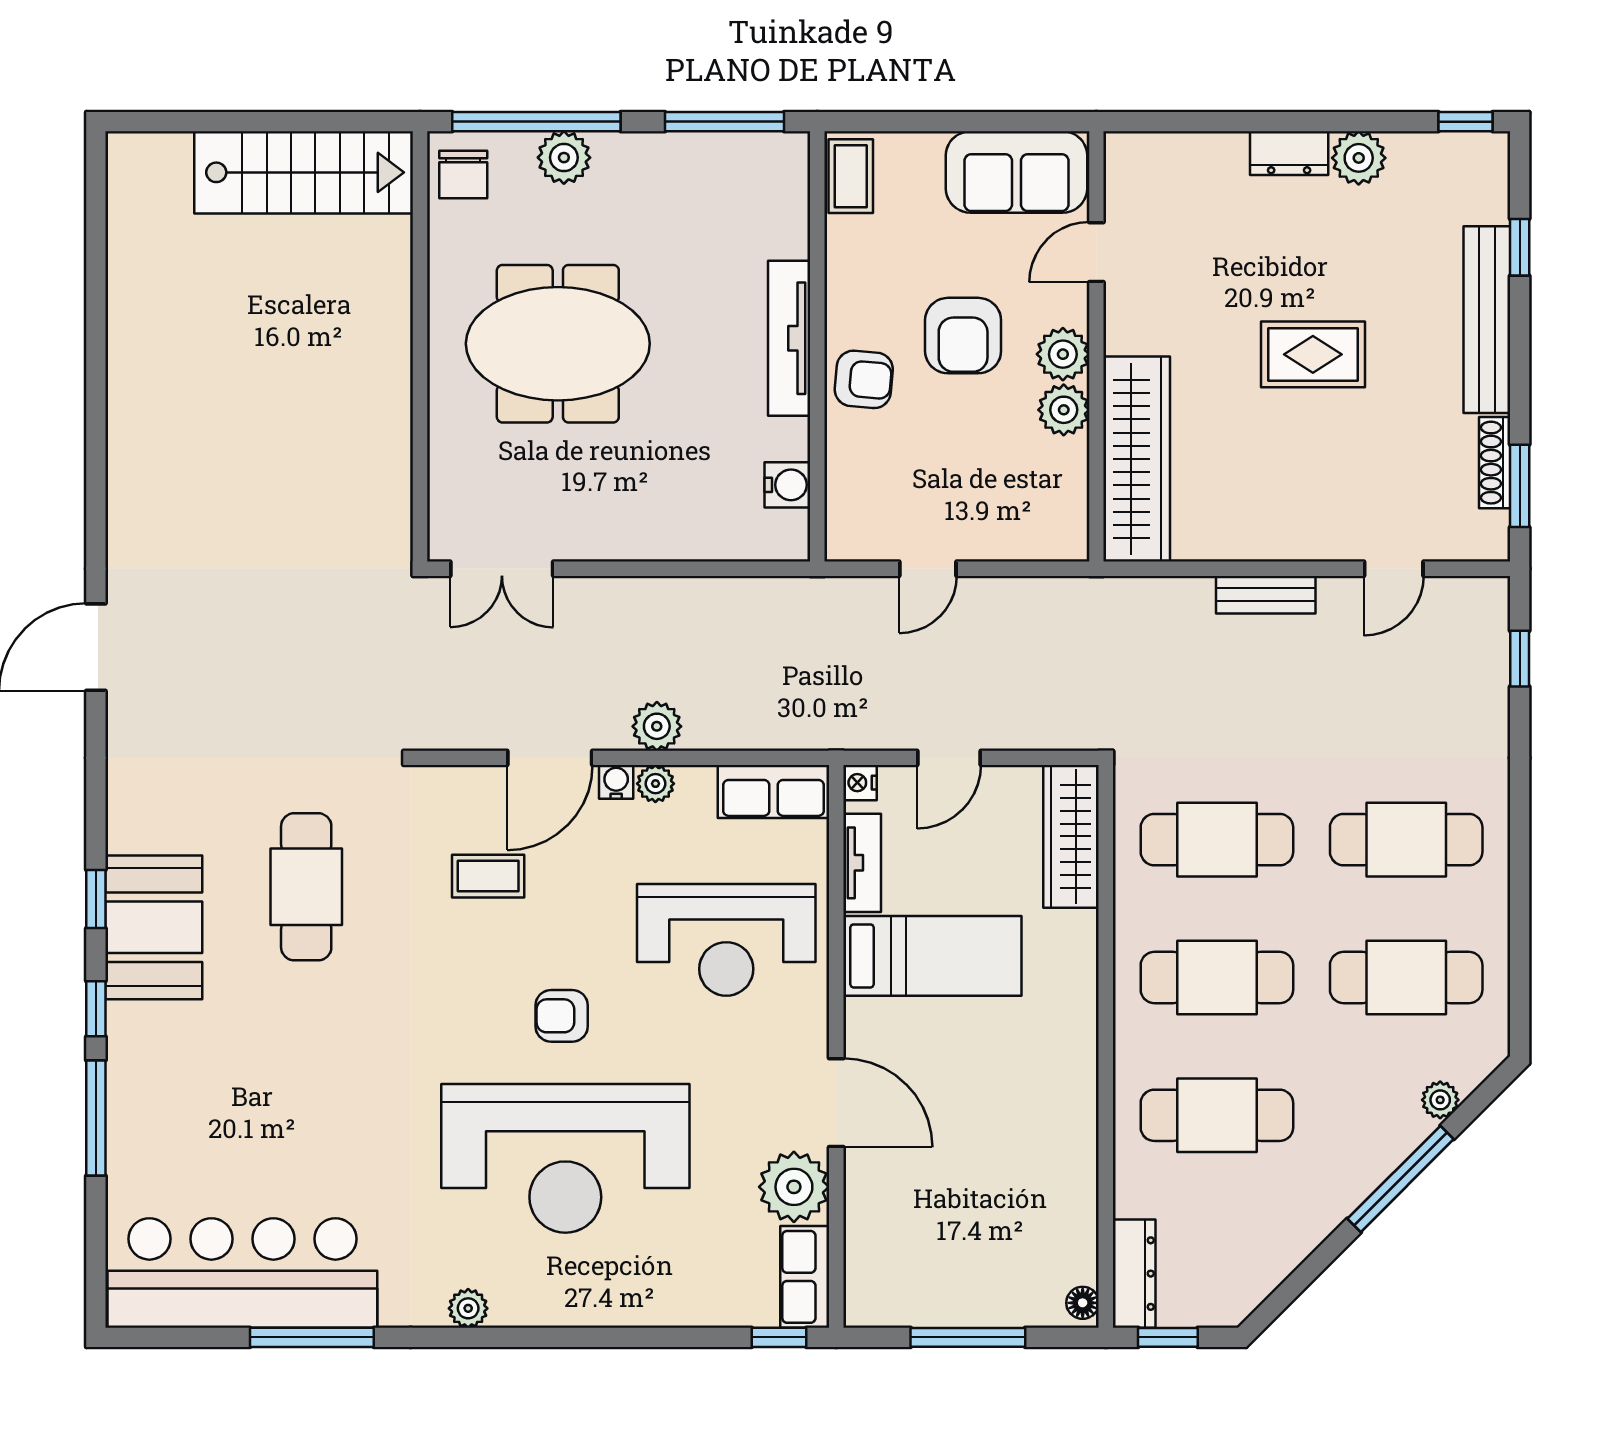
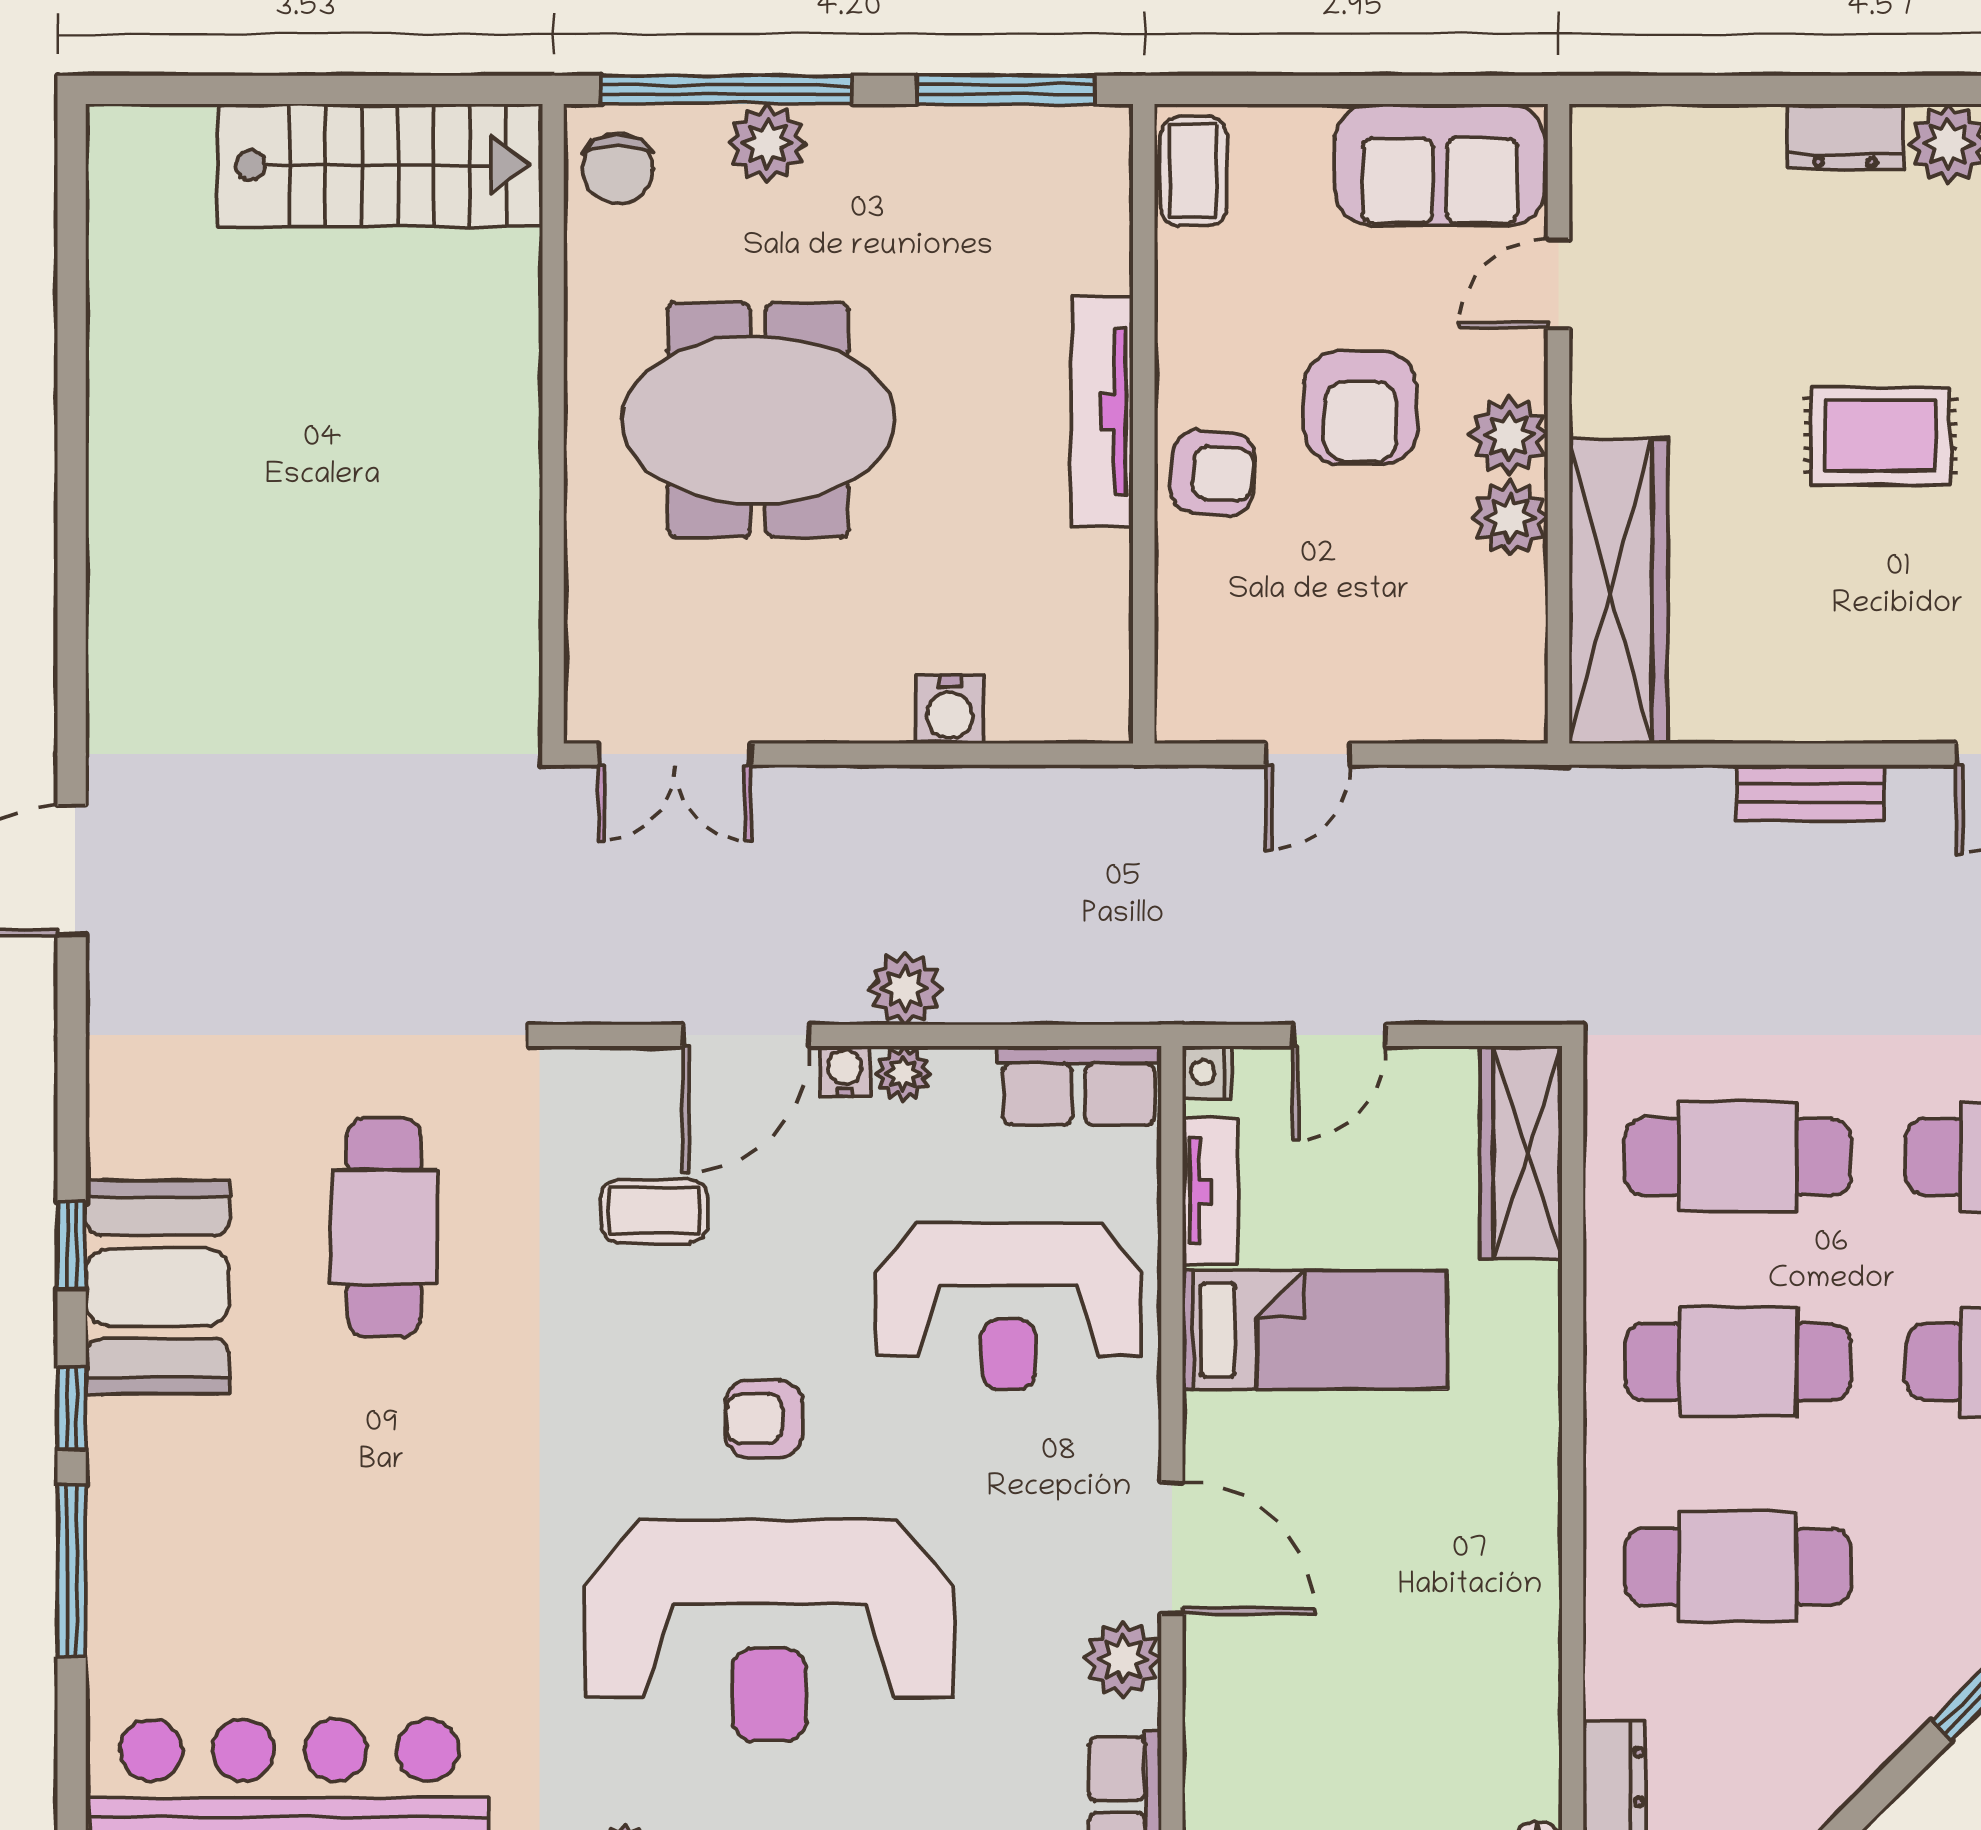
water cooler: (787, 485) -> (950, 710), moved, turned 90
plant: (794, 1187) -> (1123, 1659), width x0.73, depth x0.73

